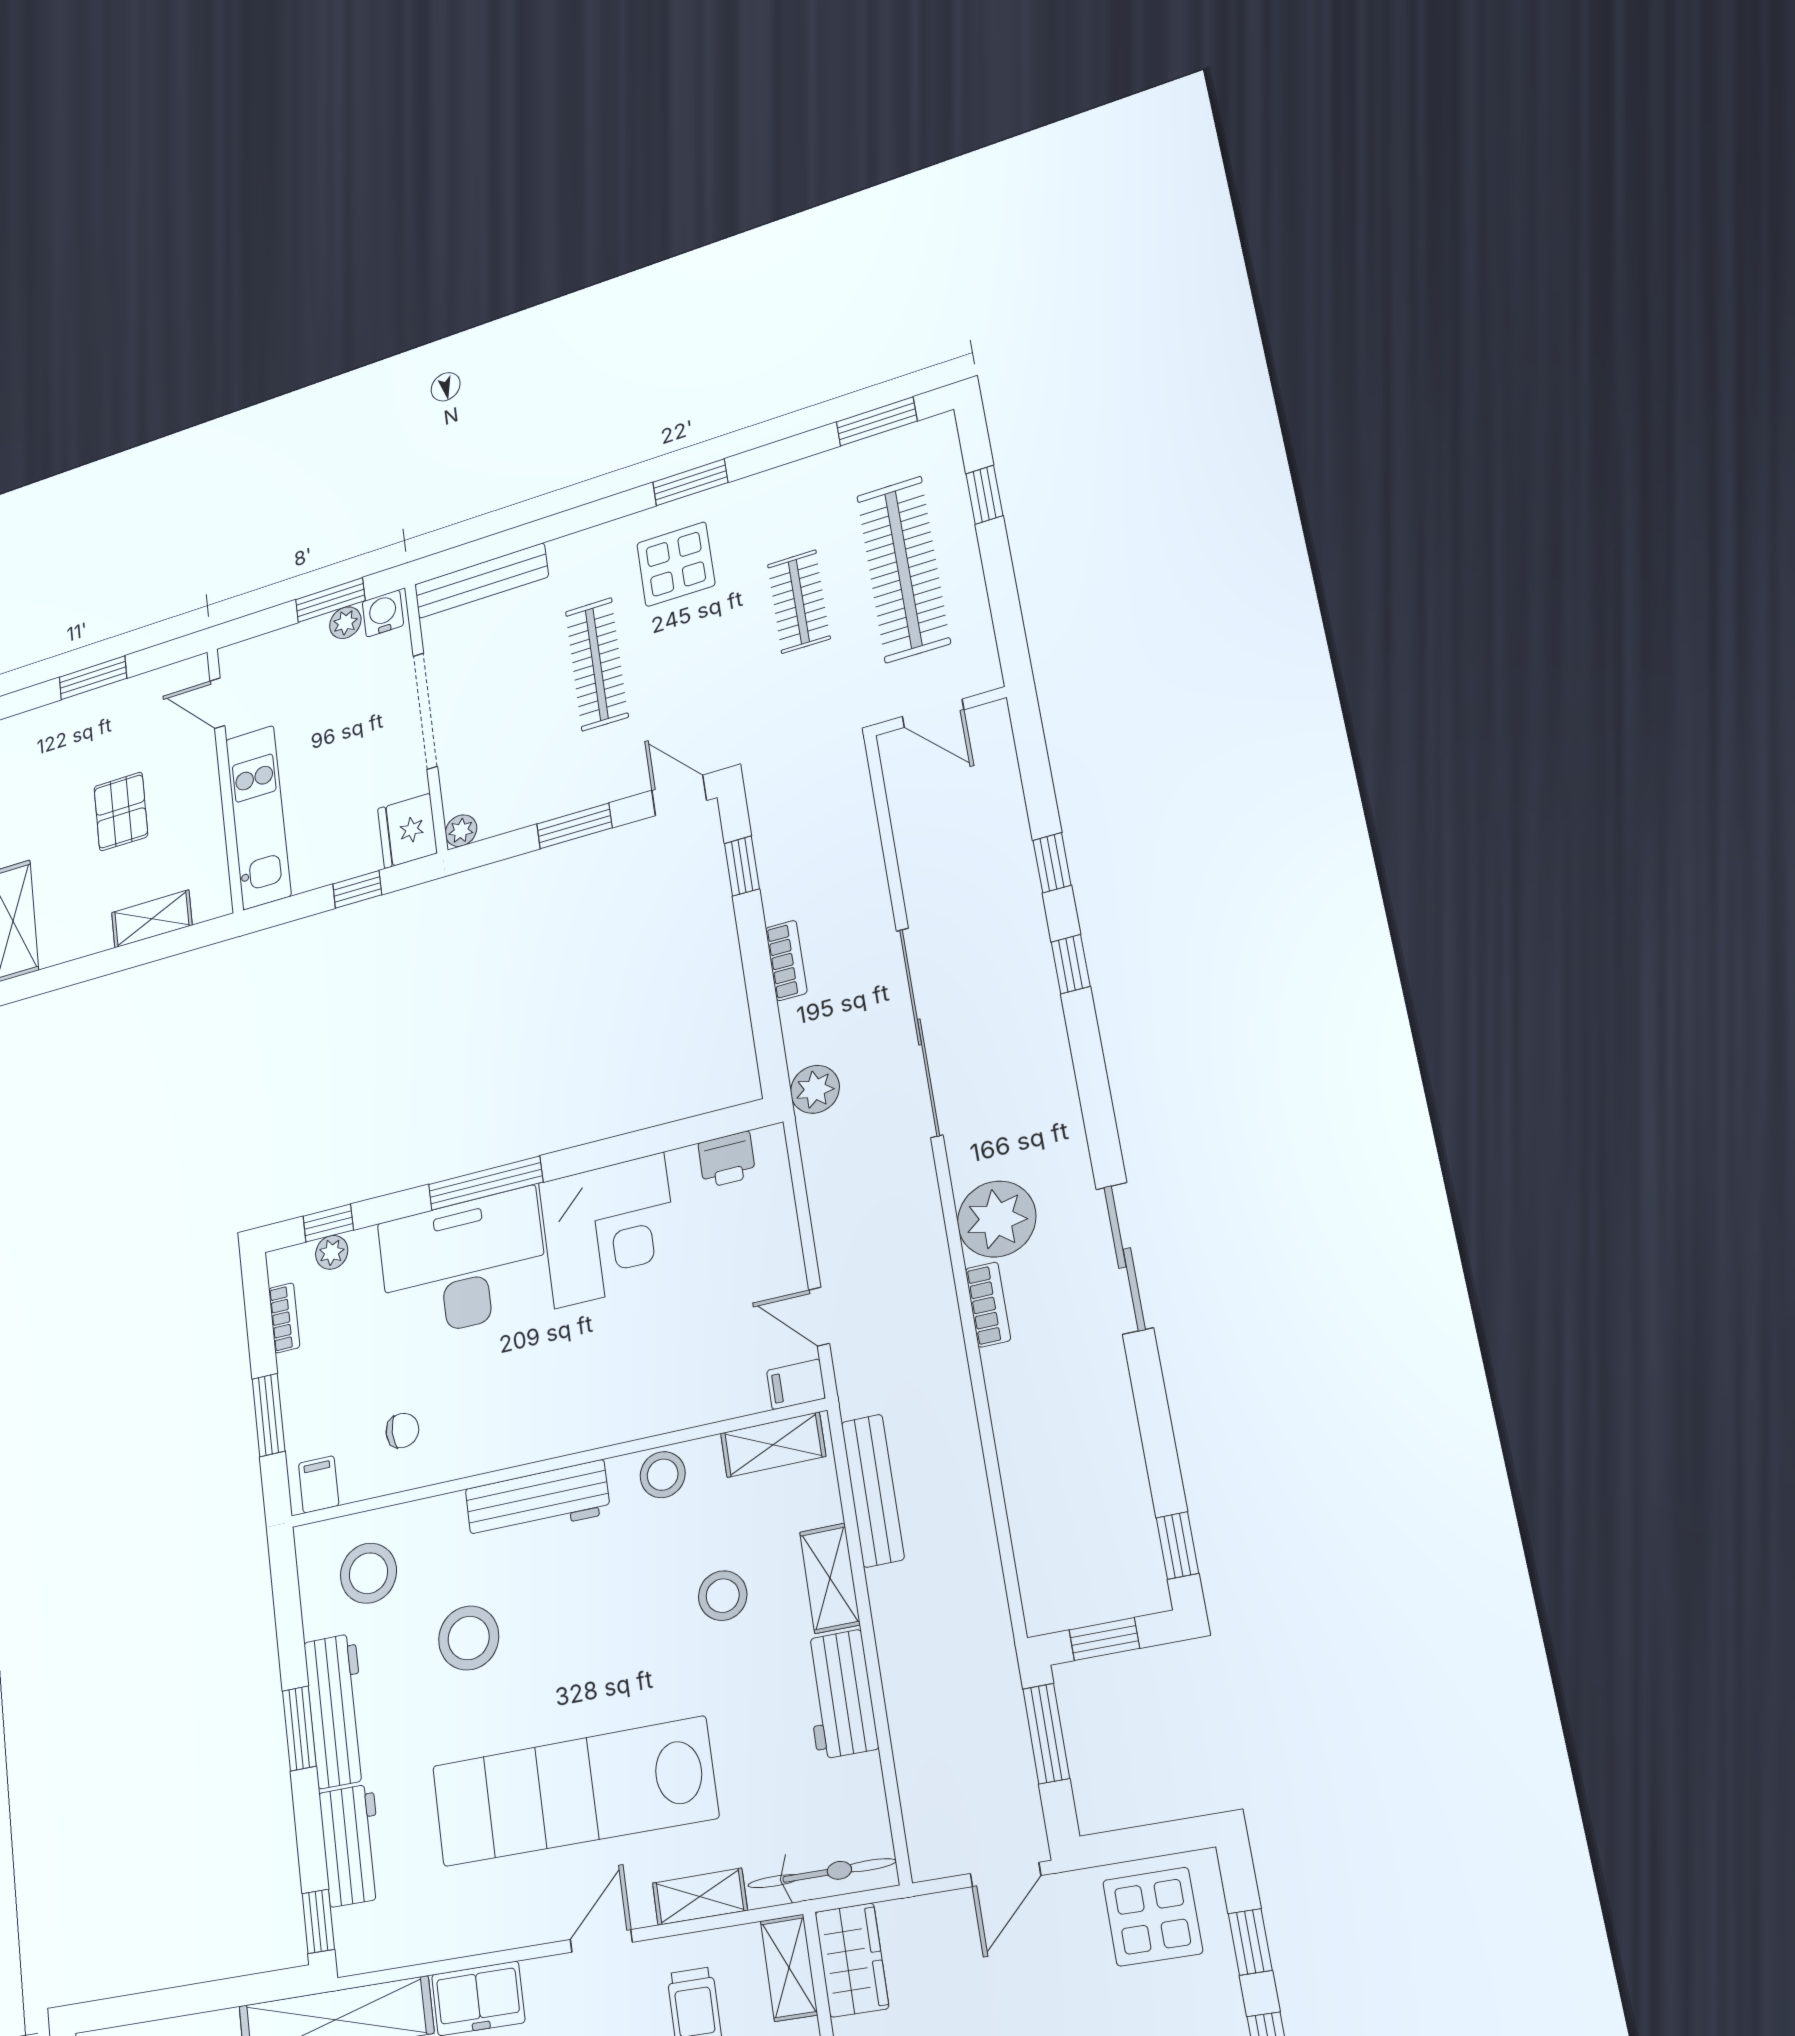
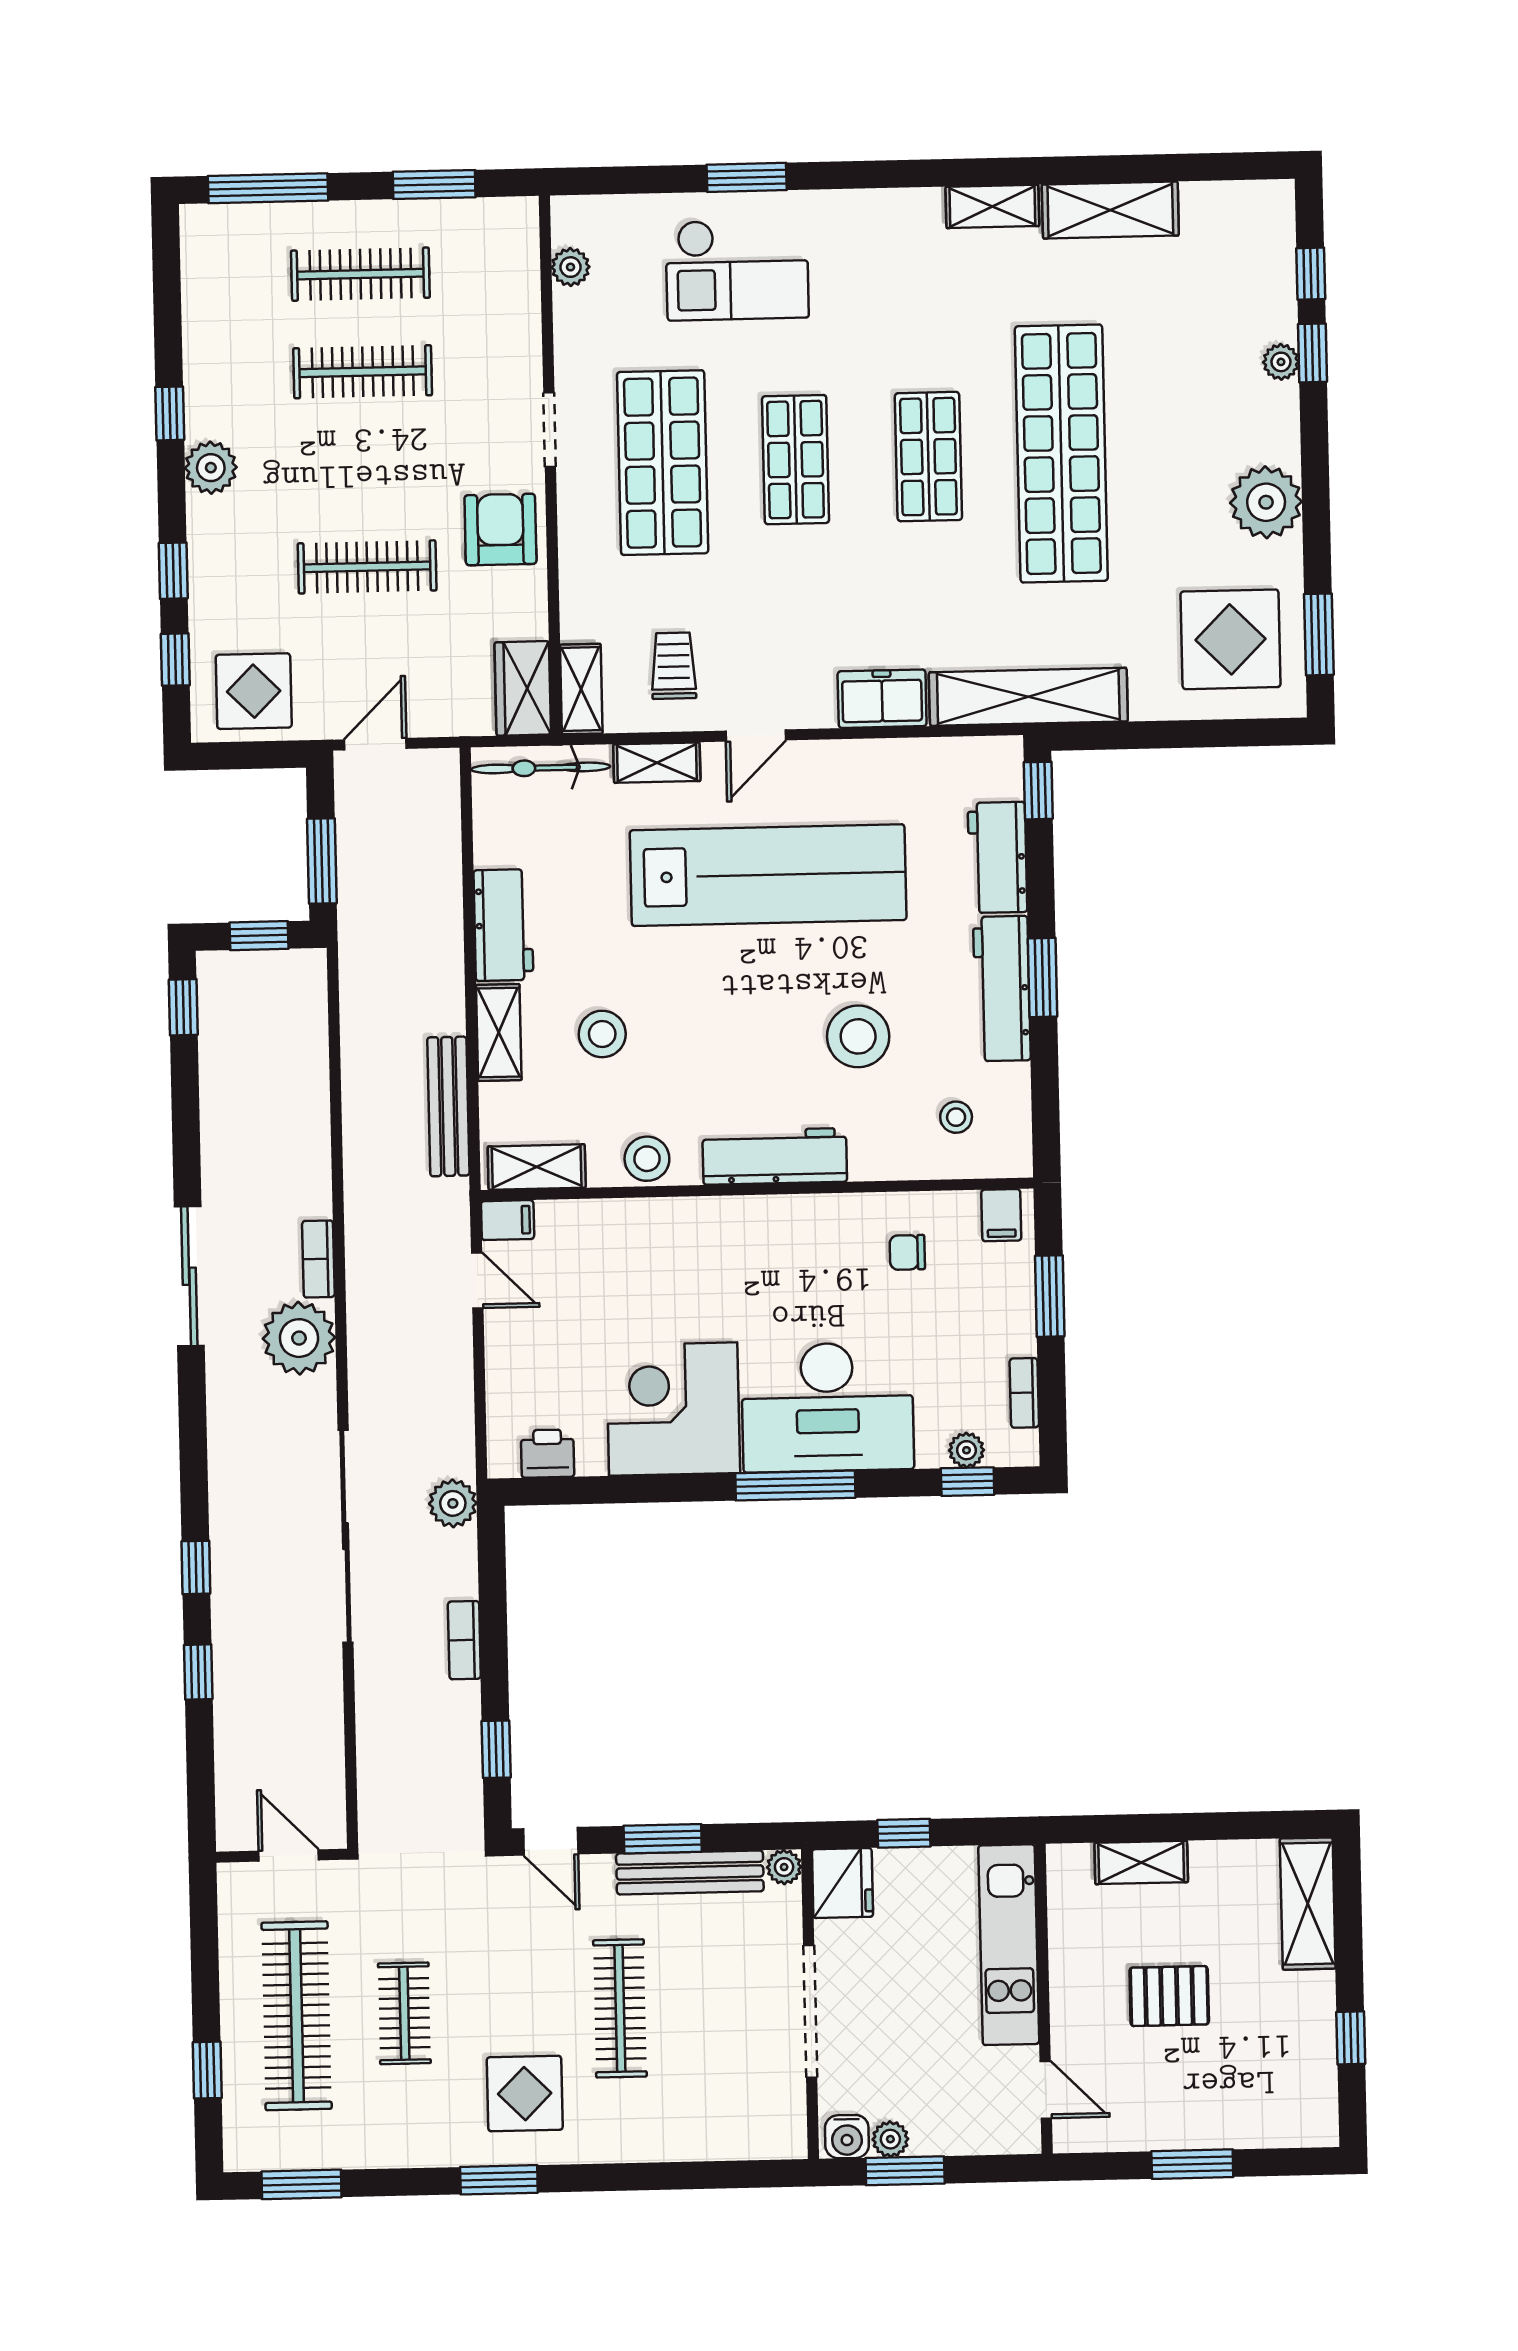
bench: (481, 581) -> (690, 1872), moved
pallet: (121, 812) -> (1169, 1996), turned 90
stool: (368, 1573) -> (956, 1117), width x0.53, depth x0.53

